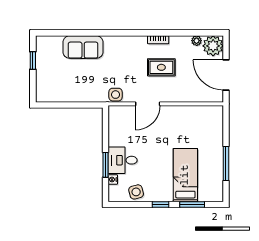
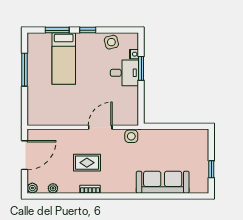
plant: (213, 46) -> (32, 188), width x0.53, depth x0.53
sofa: (83, 47) -> (163, 182), width x1.36
door: (226, 75) -> (24, 155), hinge flipped

